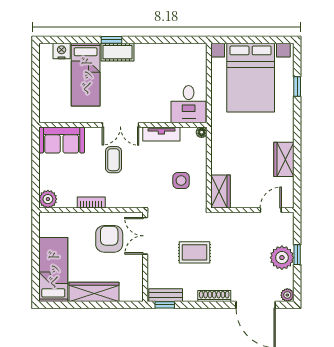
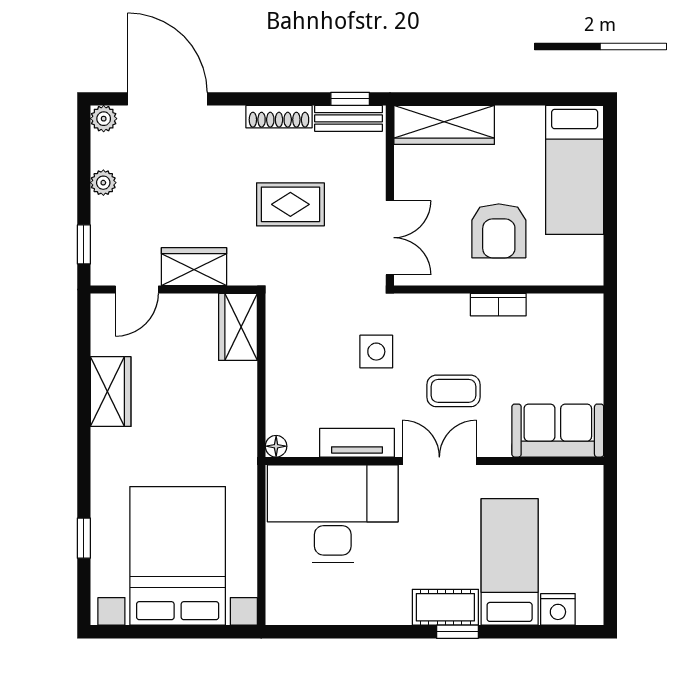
desk: (189, 104) -> (333, 514), width x1.87, depth x1.30
coffee table: (113, 160) -> (453, 391), turned 90
side table: (181, 180) -> (376, 352), moved
plant: (48, 199) -> (585, 312), removed
wardrobe: (242, 221) -> (194, 267), added
armchair: (109, 239) -> (499, 231), moved
window: (297, 255) -> (84, 244), moved
plant: (282, 258) -> (103, 183), width x0.53, depth x0.53
wardrobe: (94, 292) -> (444, 125), moved
shoe rack: (214, 296) -> (279, 117), moved

